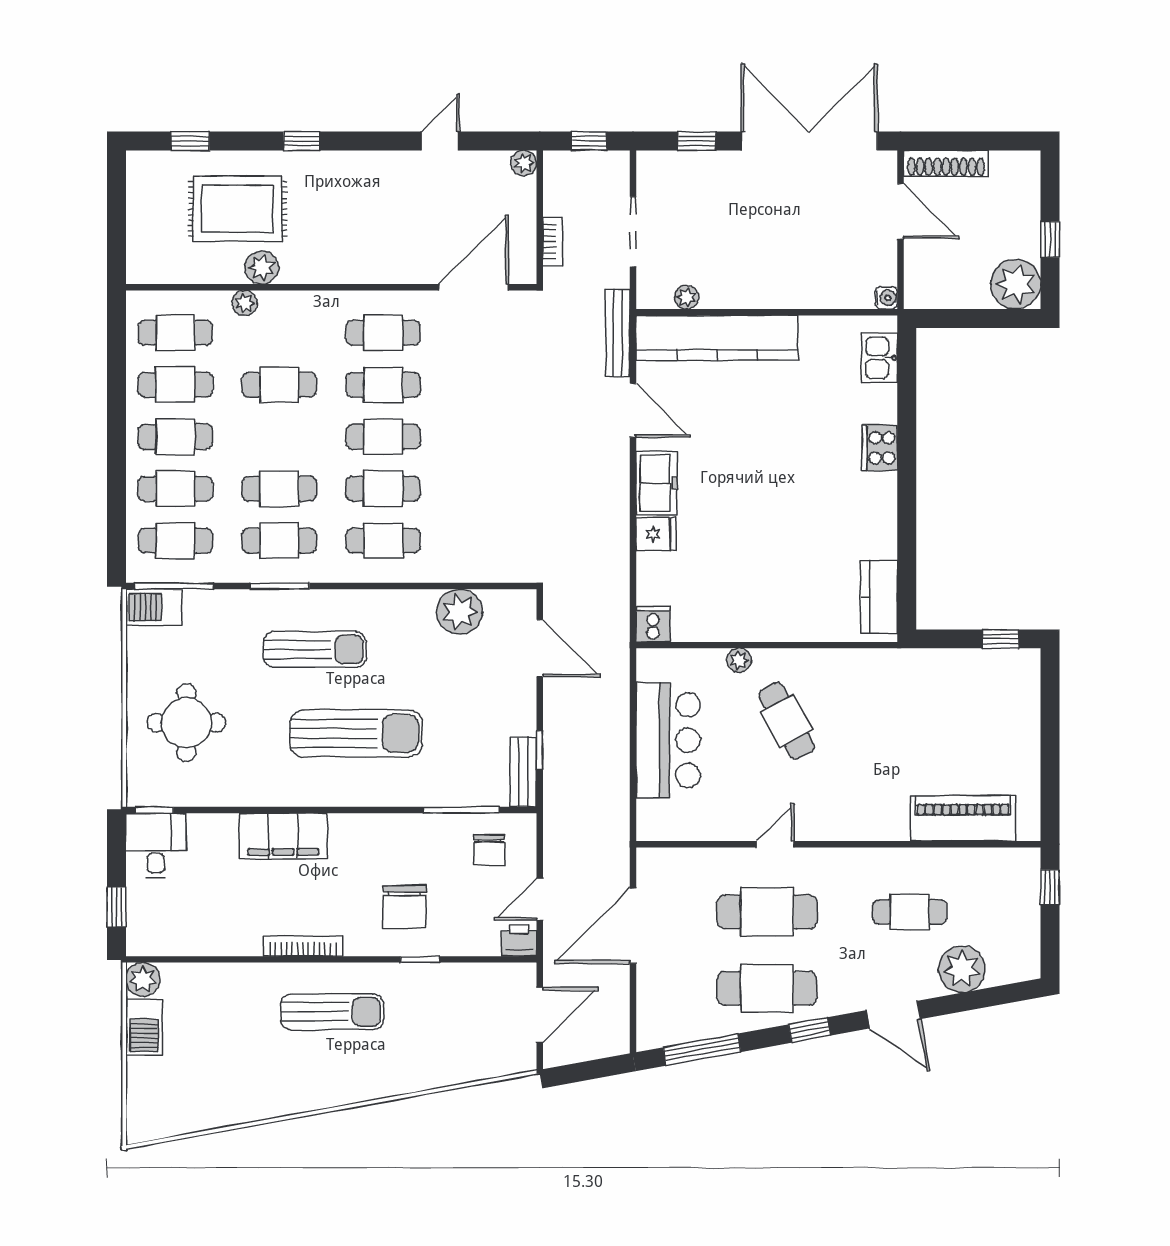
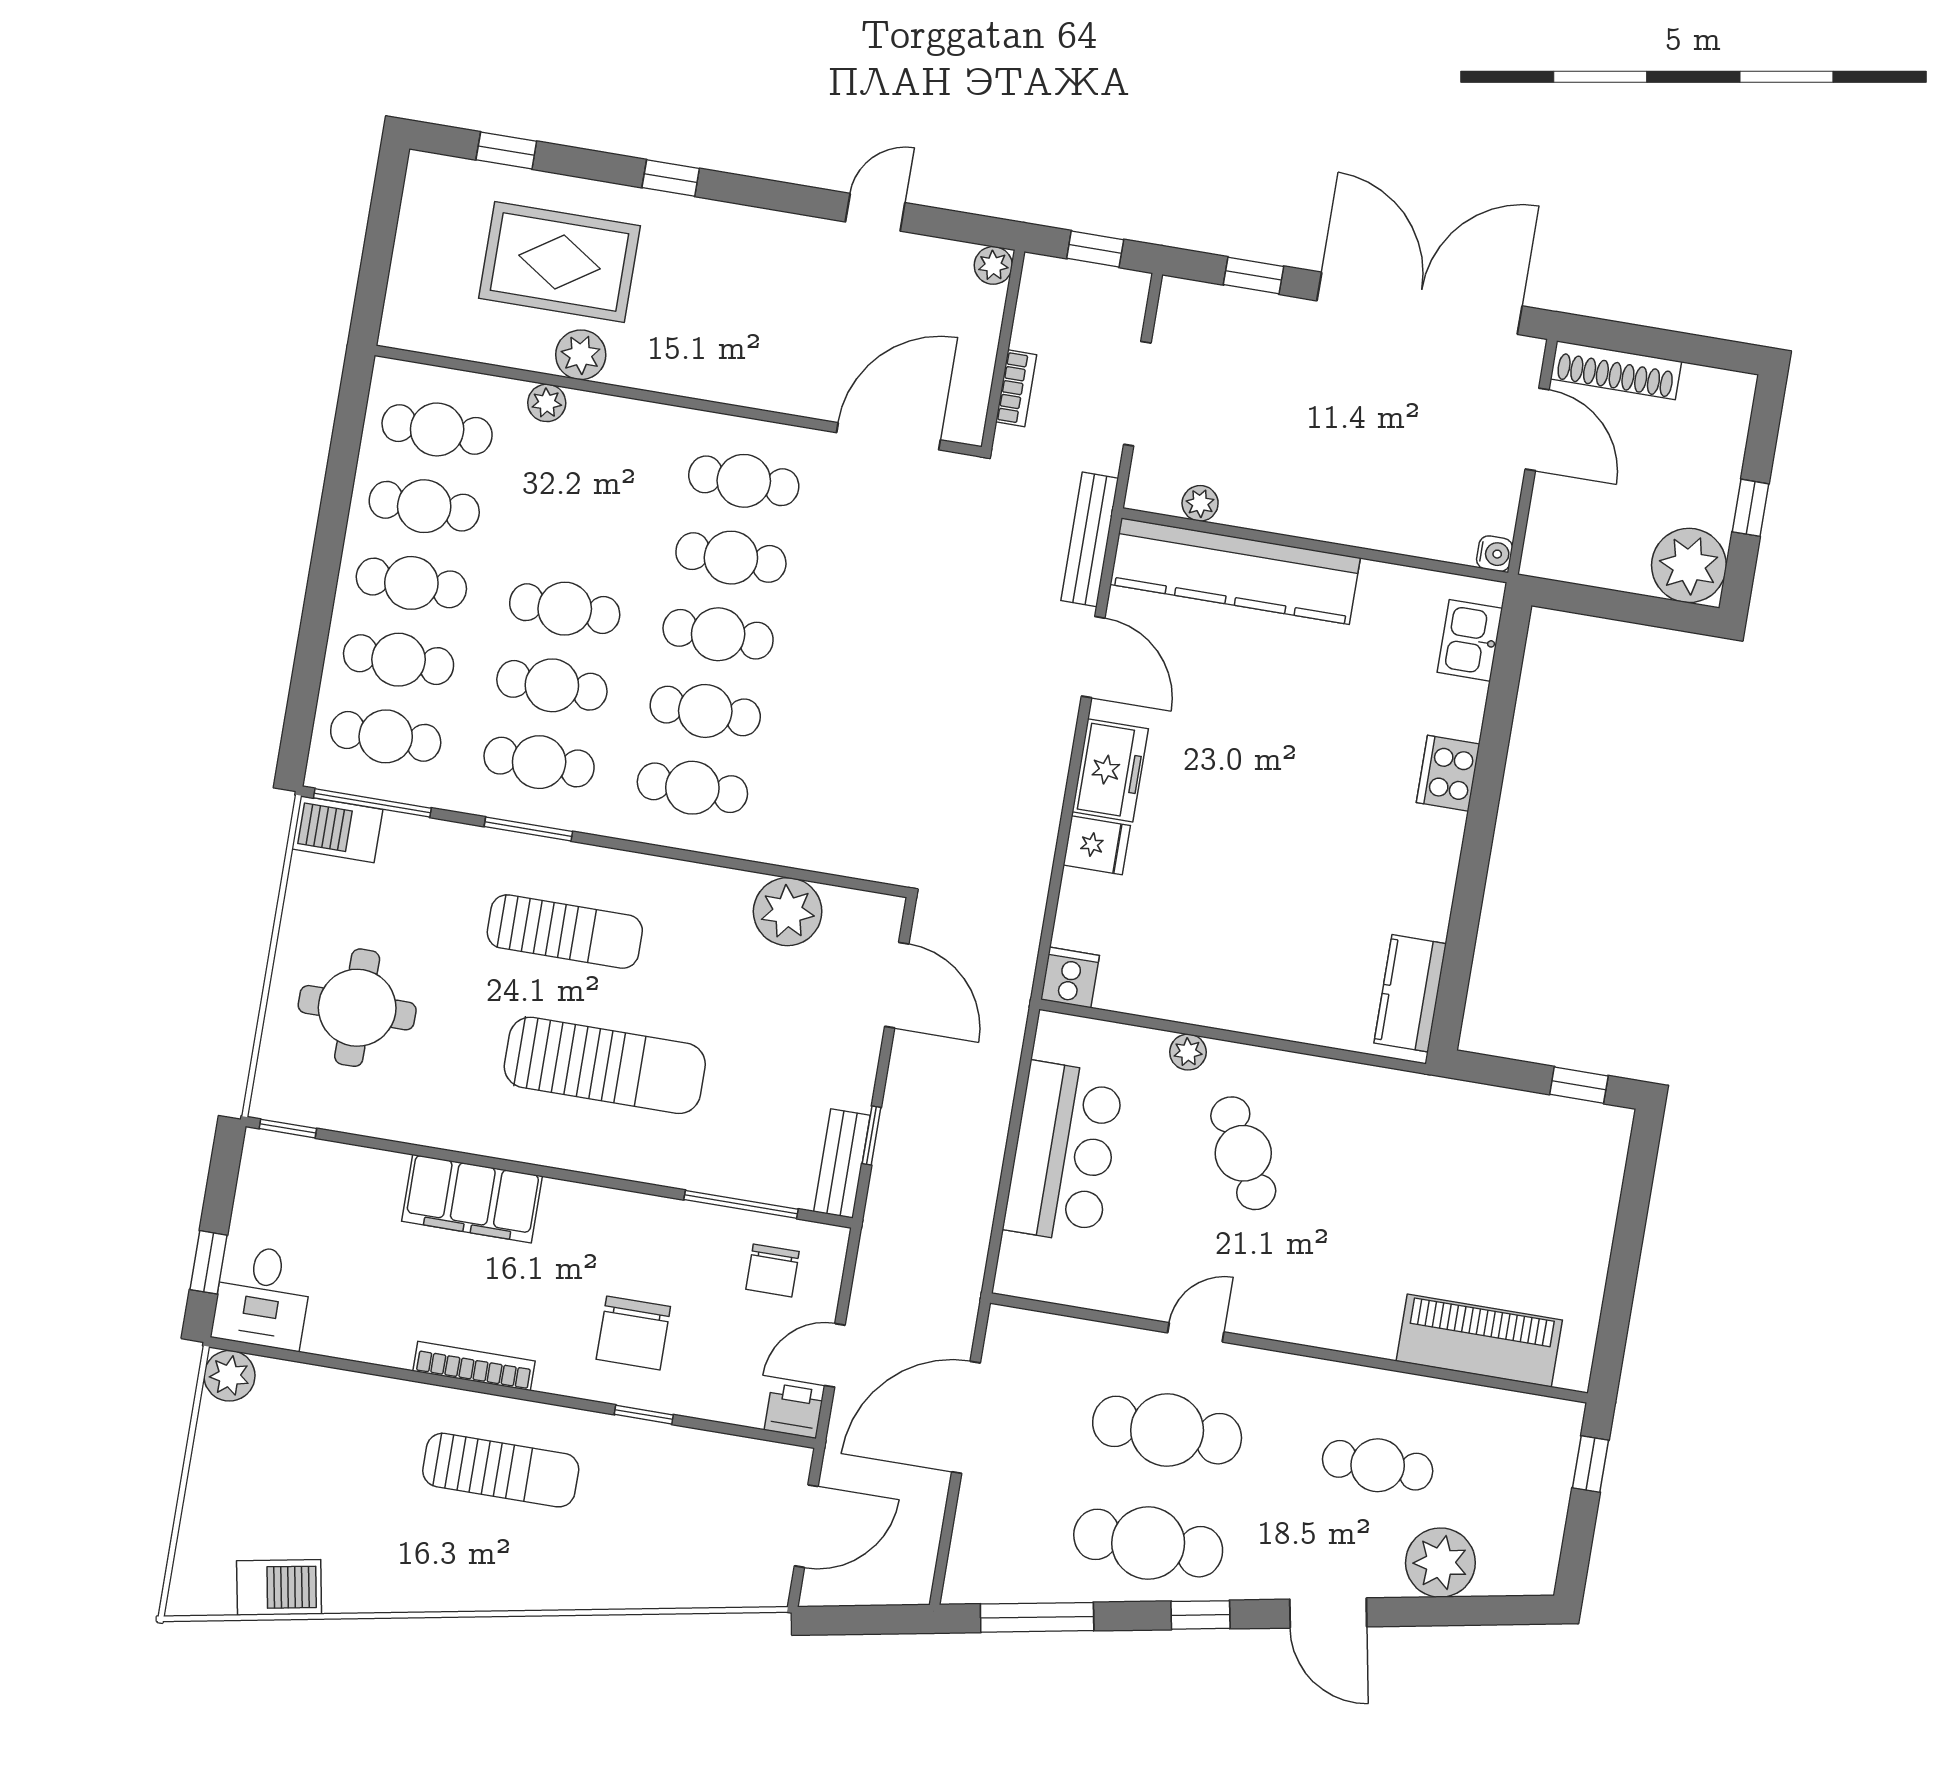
cafe table: (279, 385) -> (565, 609), moved
desk: (156, 846) -> (262, 1297), moved, turned 180
barbecue: (144, 1027) -> (279, 1587), moved, turned -100

